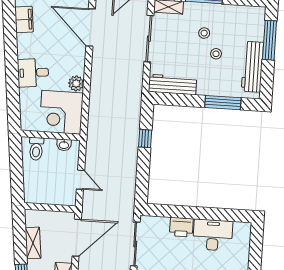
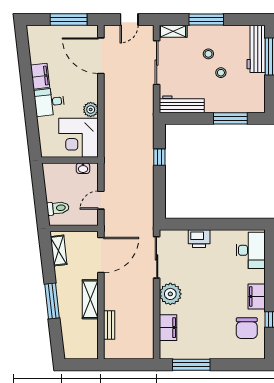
filing cabinet: (24, 19) -> (40, 76), moved
workbench: (252, 67) -> (256, 49), moved
toilet: (36, 149) -> (58, 208), moved, turned -97
door: (81, 180) -> (101, 200), swing flipped
desk: (213, 235) -> (251, 250), moved, turned 90
shelving: (33, 243) -> (59, 251), moved

